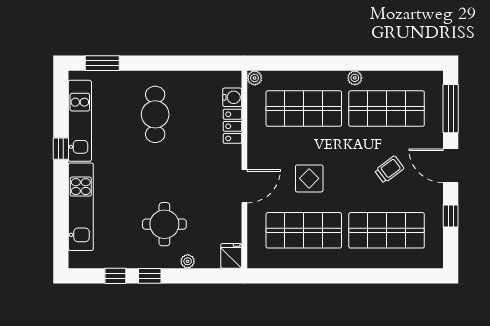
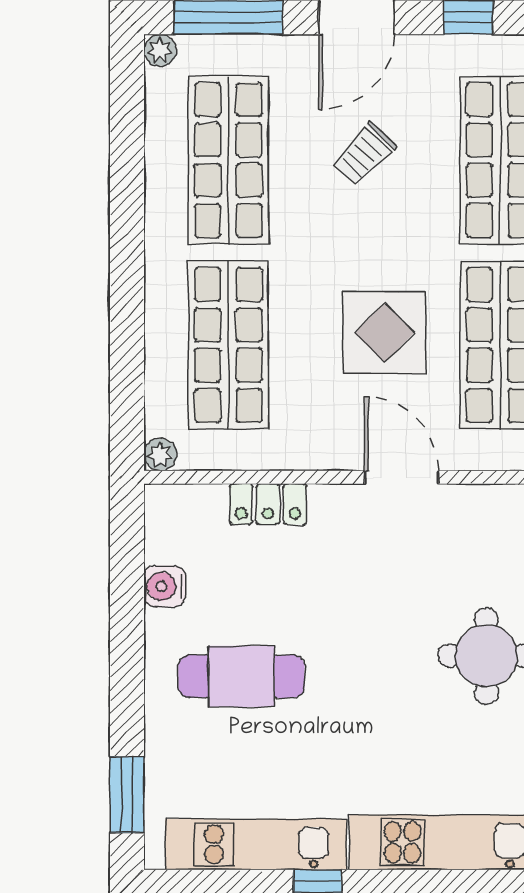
plant: (355, 78) -> (160, 50), moved
water cooler: (232, 97) -> (165, 586), moved, turned -90
trolley: (389, 169) -> (364, 154), turned -100
display table: (309, 178) -> (384, 333), width x1.36, depth x1.36

